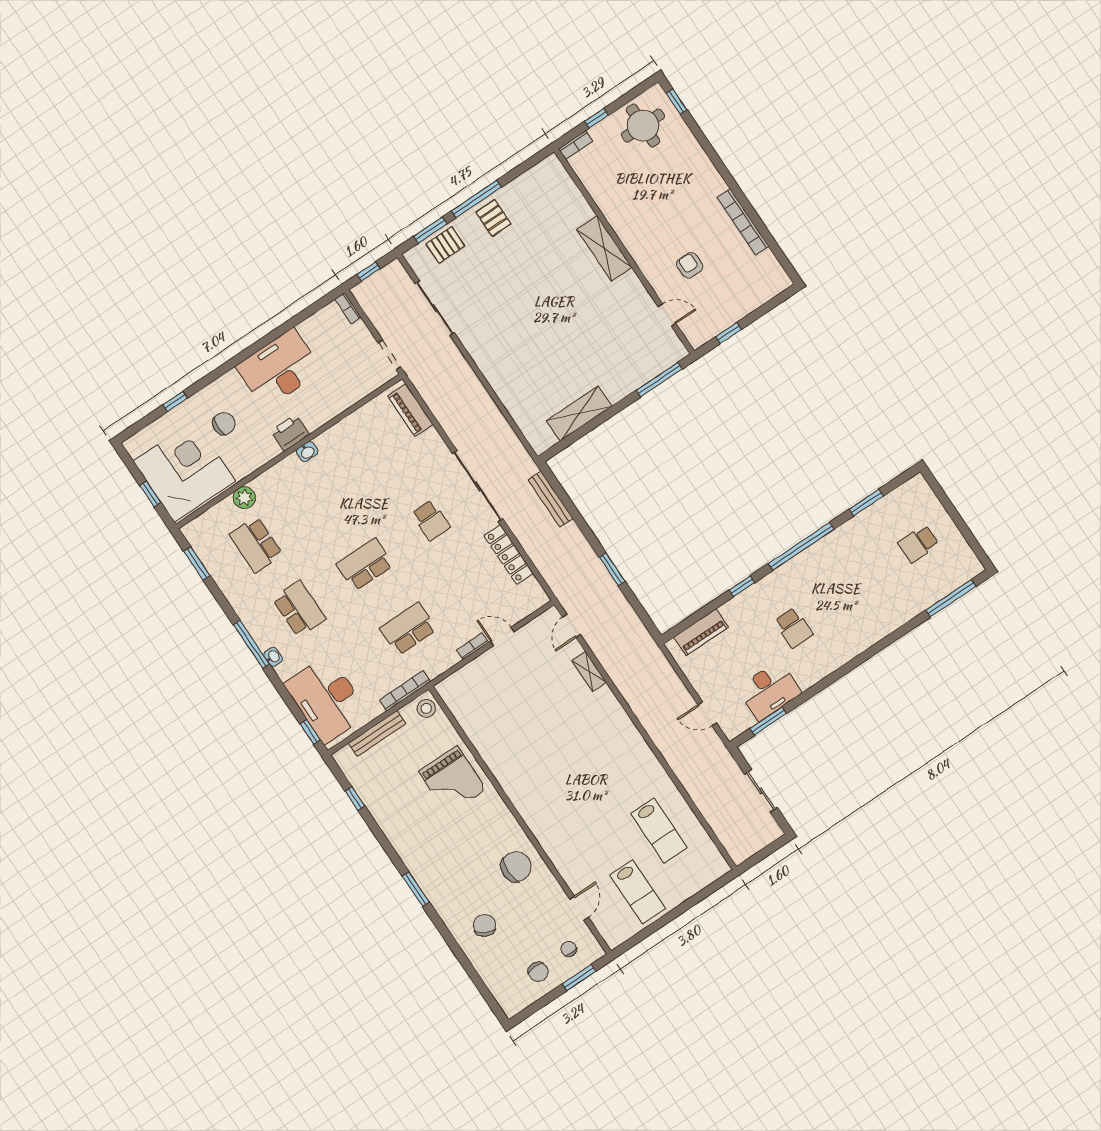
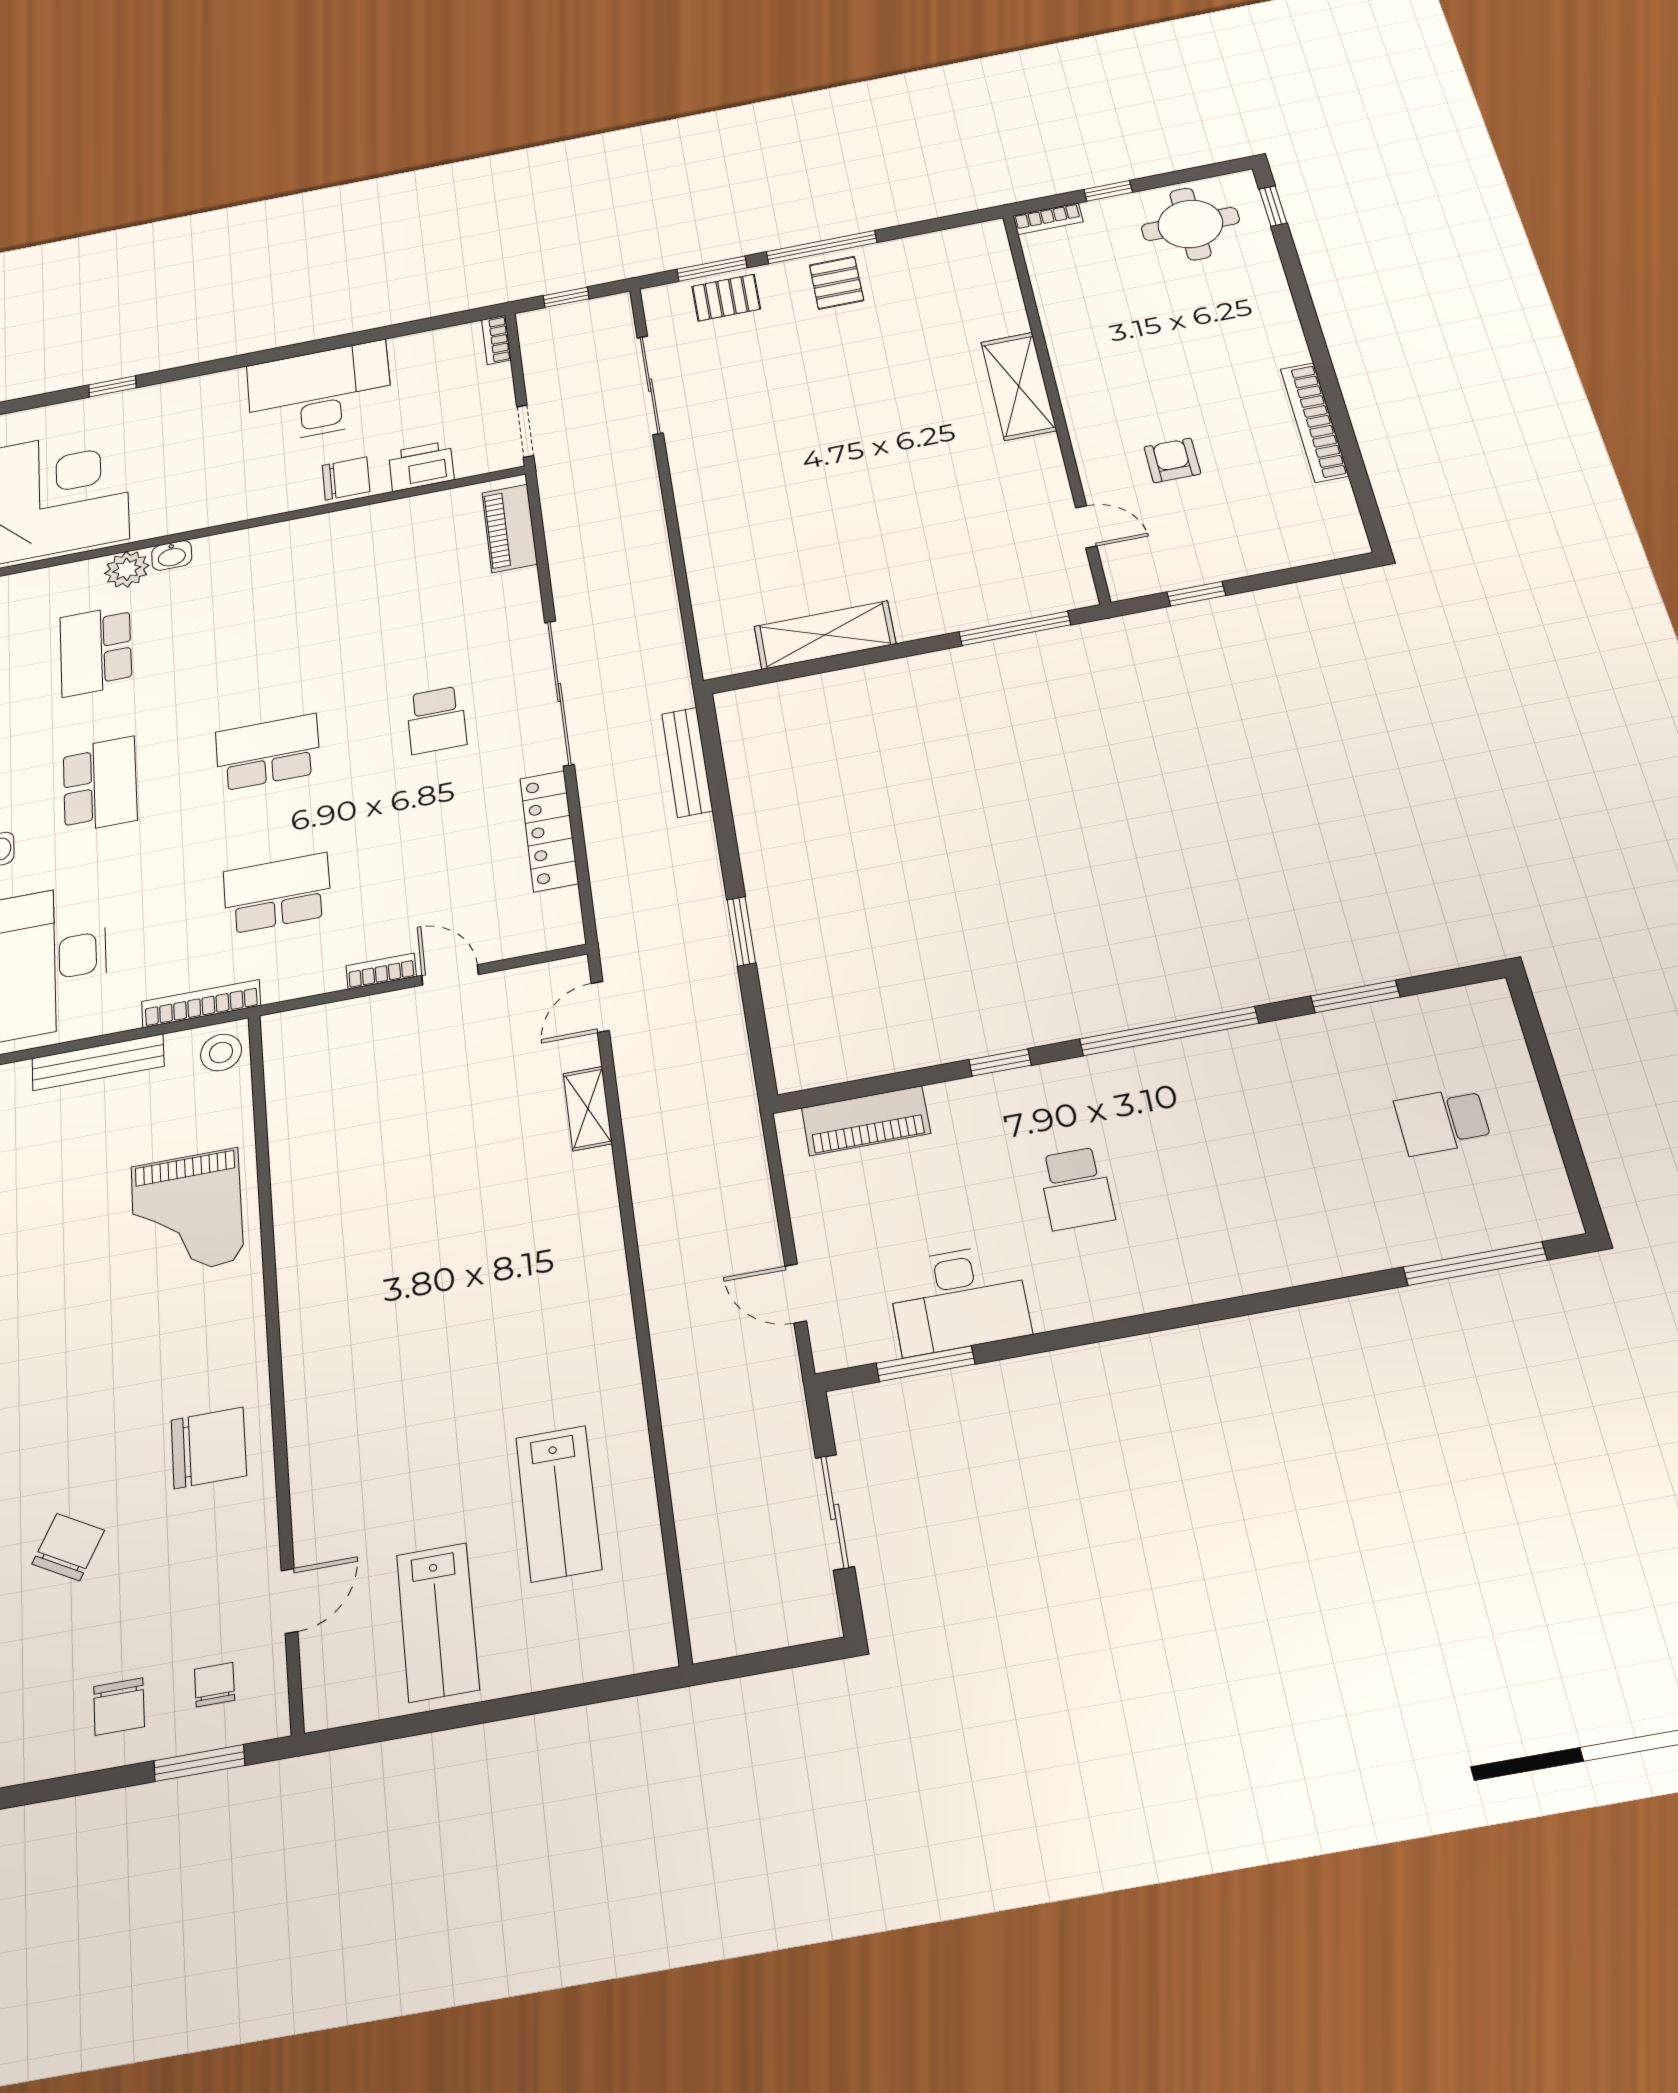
chair: (224, 424) -> (346, 478), moved
printer: (290, 433) -> (421, 466), moved
washbasin: (307, 452) -> (172, 555), moved

